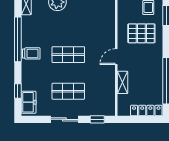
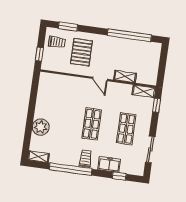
freezer: (29, 102) -> (109, 164), moved
shelving: (110, 104) -> (144, 91), added
locker: (146, 111) -> (155, 58), removed
sliding door: (64, 119) -> (150, 149), moved

